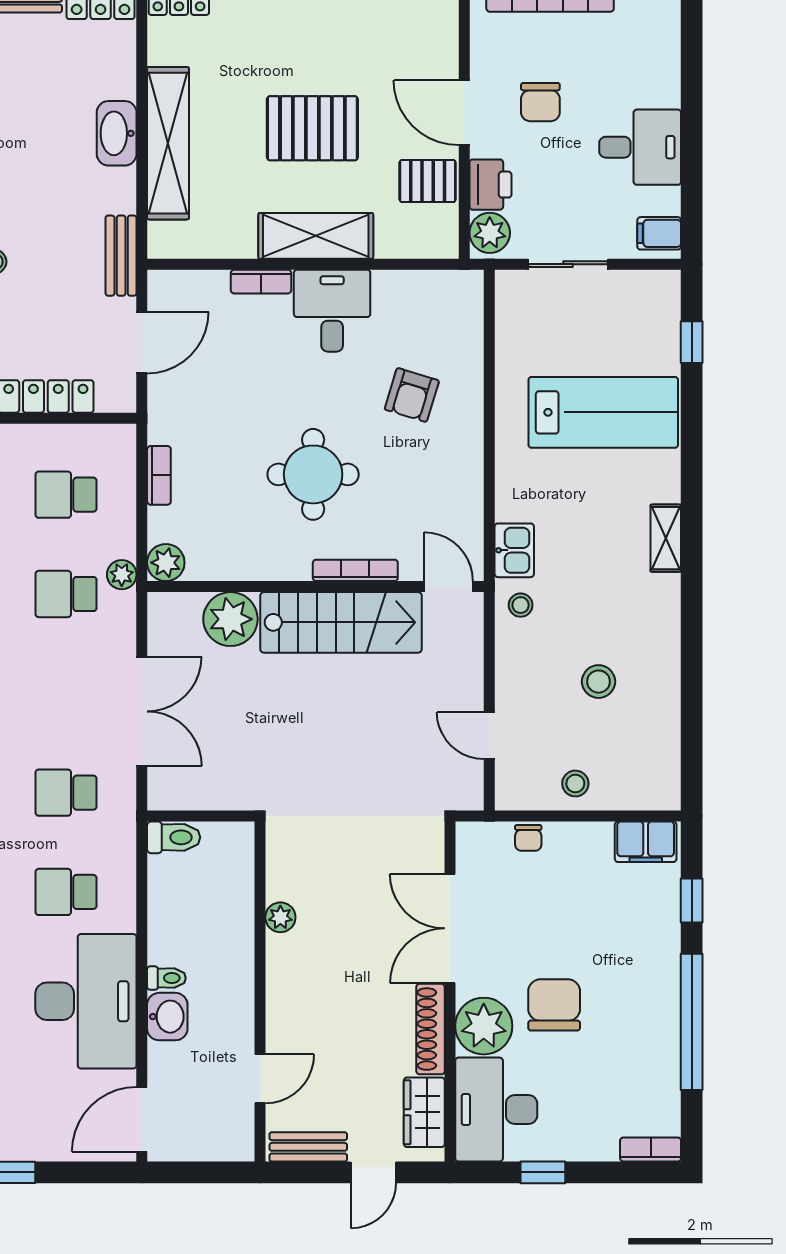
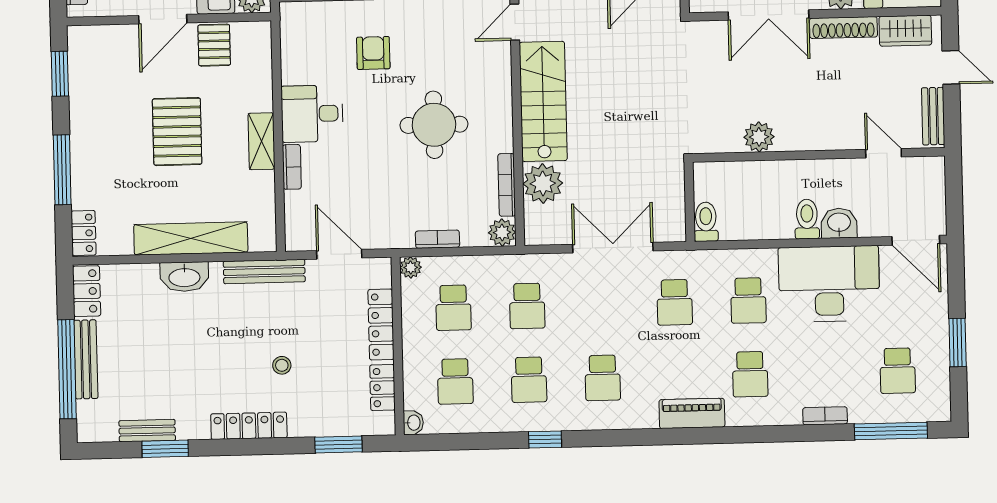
shelving: (316, 236) -> (261, 141), width x0.67, depth x0.75
bench: (121, 256) -> (264, 272), width x1.36
armchair: (412, 395) -> (373, 53), turned -107
bookcase: (355, 570) -> (507, 185), moved
plant: (122, 575) -> (411, 267), moved
plant: (280, 917) -> (759, 137), width x1.38, depth x1.38
toilet: (166, 978) -> (807, 219), width x1.37, depth x1.39

